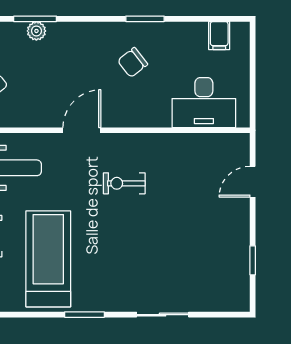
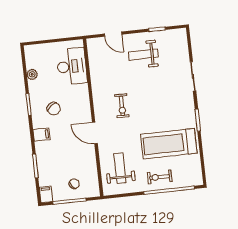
plant: (36, 31) -> (32, 74), moved
filing cabinet: (219, 36) -> (41, 135), moved
weight bench: (211, 231) -> (143, 55), added

